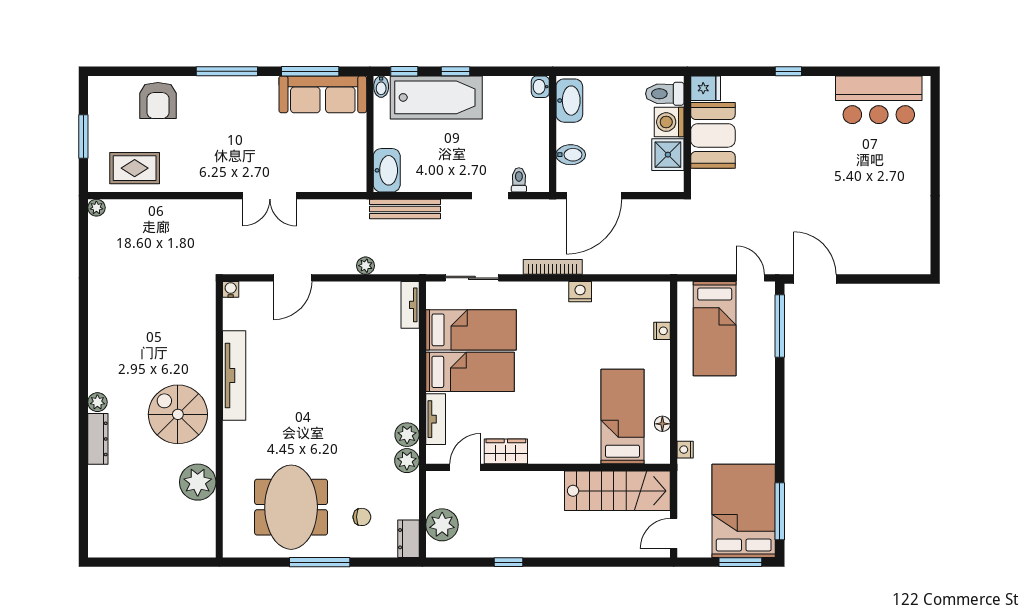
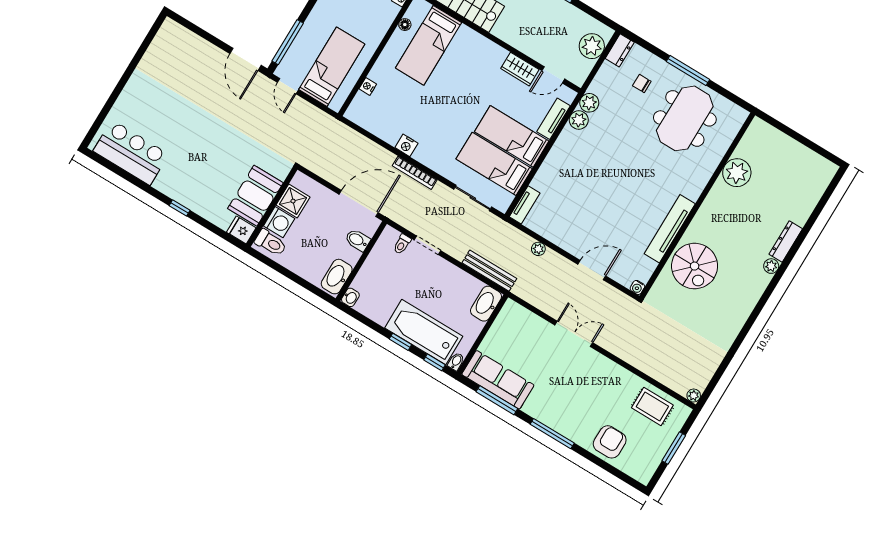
spiral stairs: (178, 414) -> (695, 266), moved

